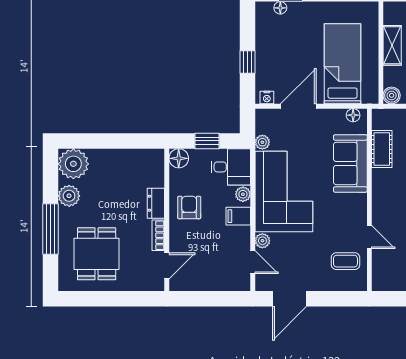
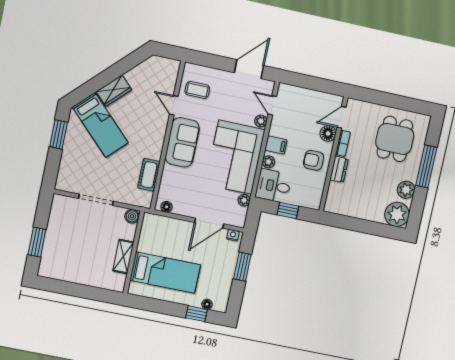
window: (247, 62) -> (242, 267), width x1.50
bed: (343, 64) -> (165, 272), moved, turned -90
floor lamp: (179, 158) -> (328, 133), moved
sofa: (350, 163) -> (182, 142), moved
armchair: (189, 207) -> (314, 160), turned 90

